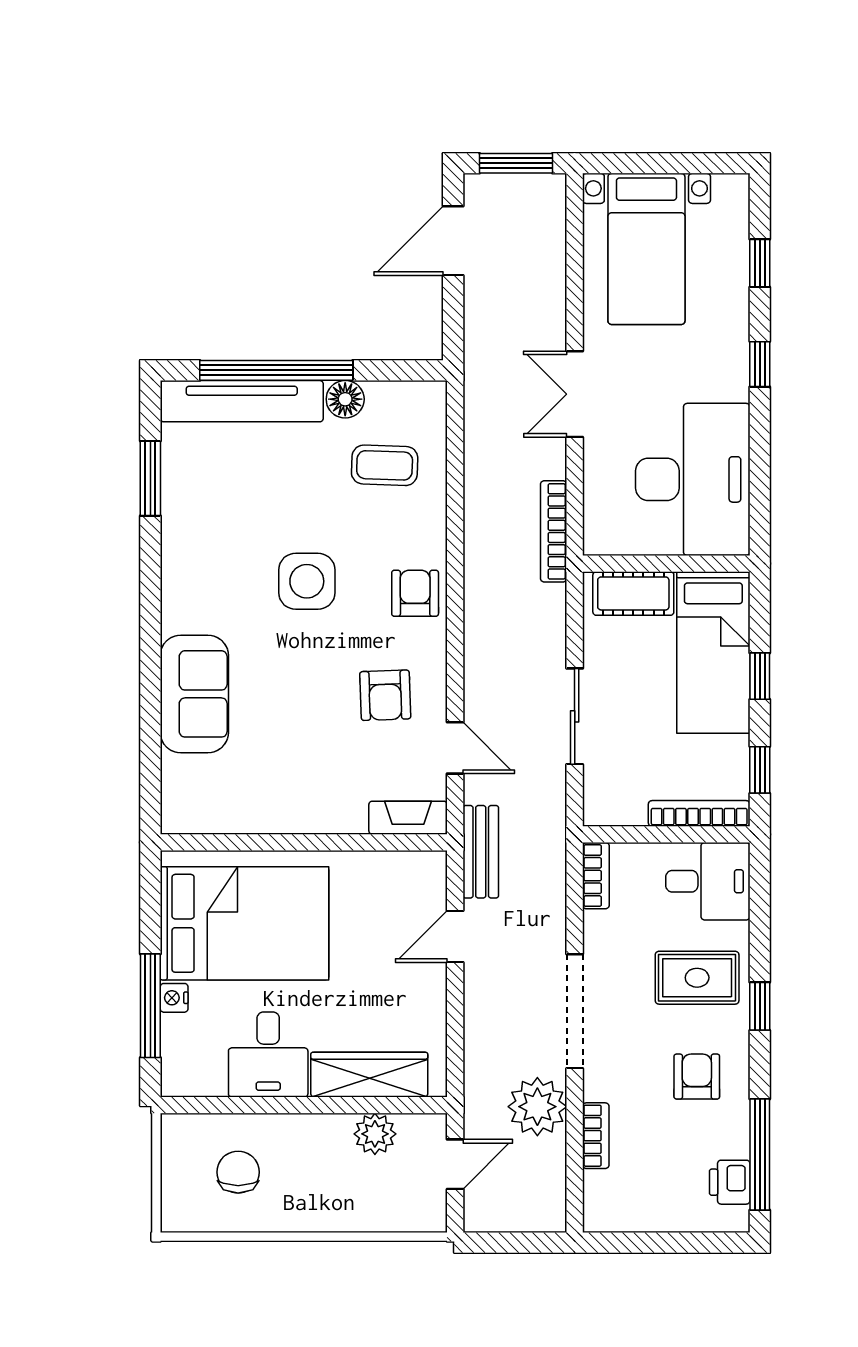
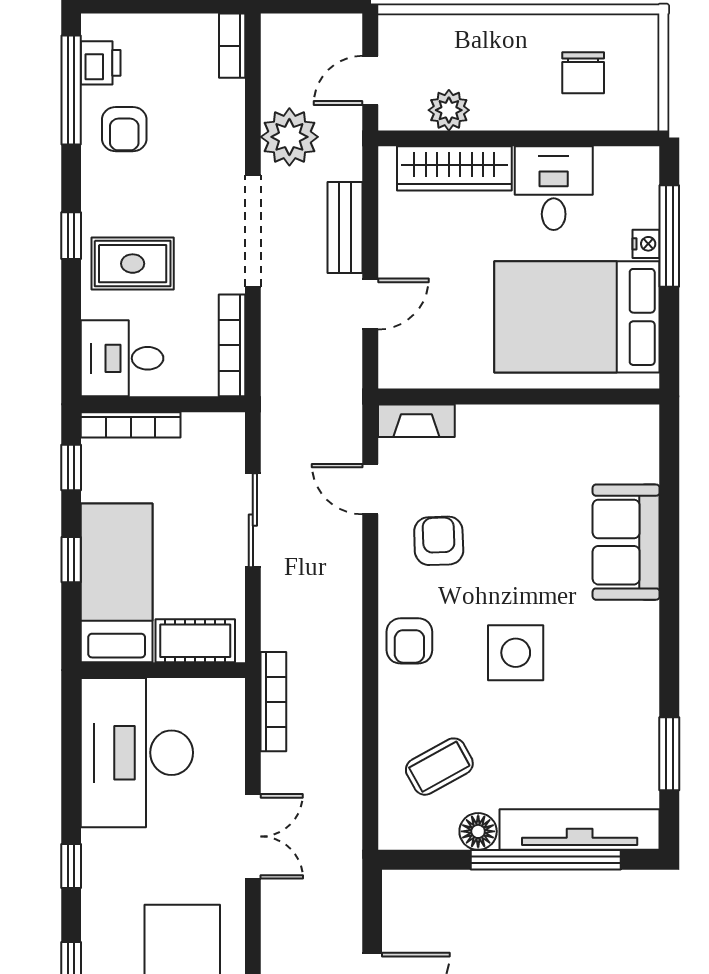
coffee table: (385, 465) -> (439, 767), turned -31
bench: (481, 852) -> (345, 227), moved
bookcase: (596, 876) -> (232, 345), width x1.56
armchair: (697, 1077) -> (124, 129), moved
bookcase: (596, 1136) -> (232, 46), moved

